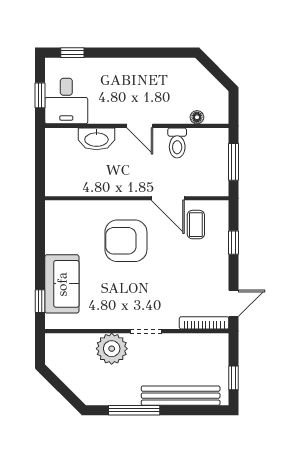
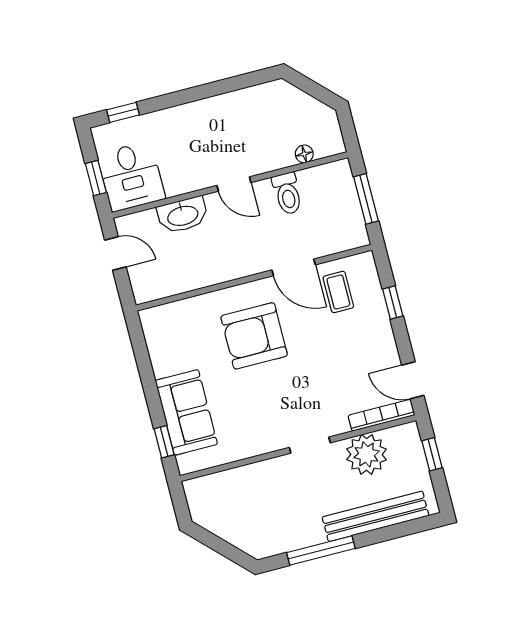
door: (40, 154) -> (115, 253), added
door: (234, 303) -> (413, 380), swing flipped
plant: (112, 349) -> (366, 454), moved
window: (234, 378) -> (432, 454), moved

